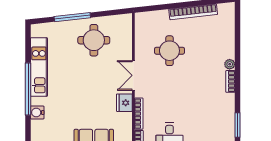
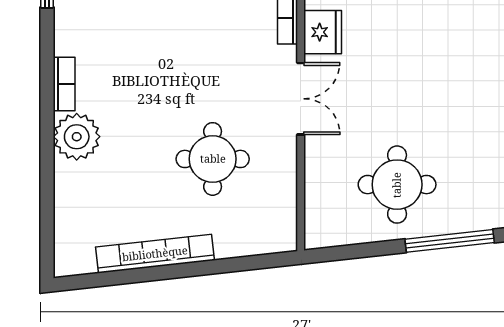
plant: (230, 64) -> (77, 137), width x1.88, depth x1.88

